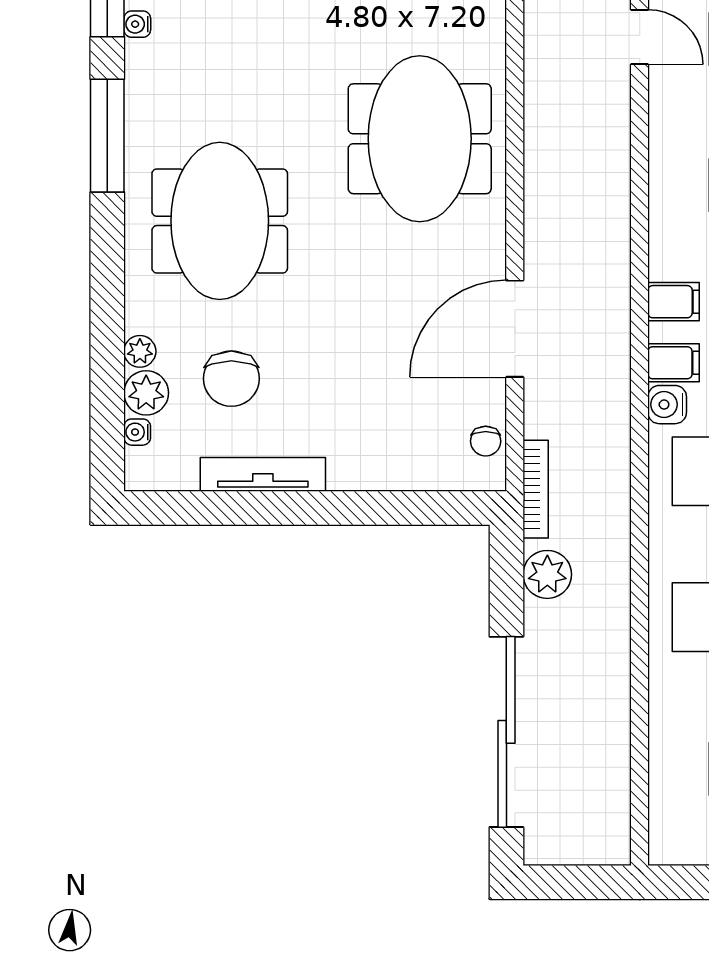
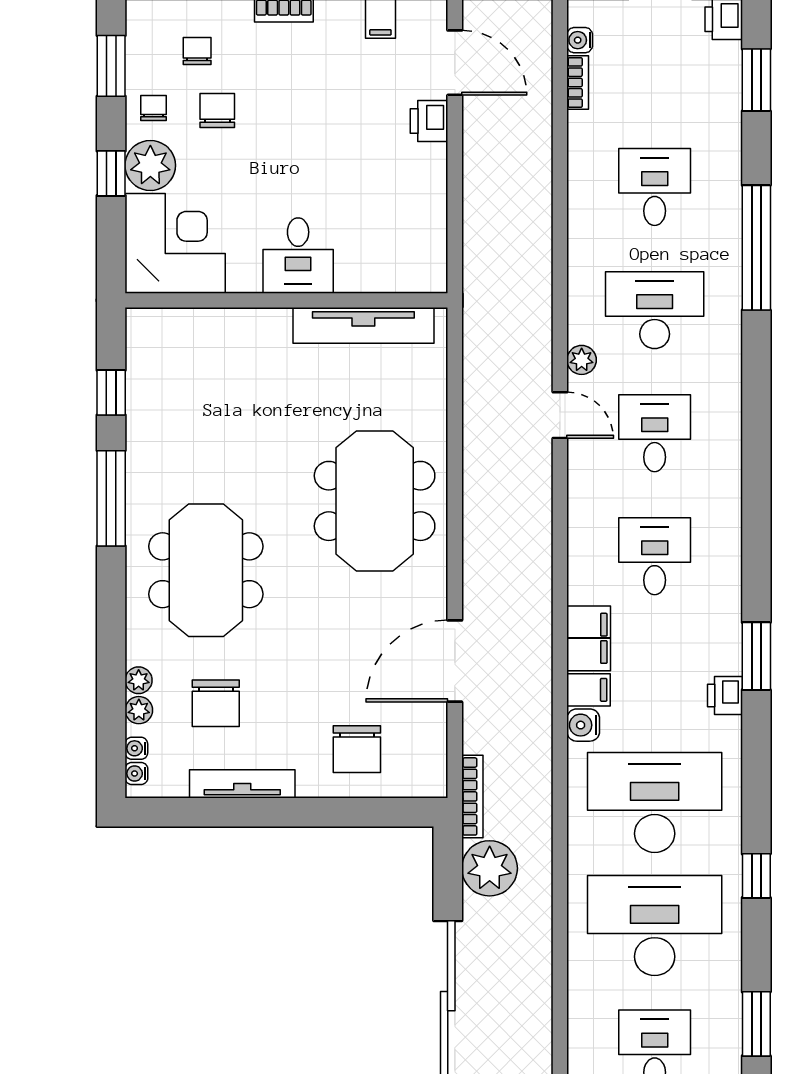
water cooler: (137, 24) -> (136, 773), moved
filing cabinet: (674, 302) -> (589, 638), width x2.00
plant: (146, 393) -> (139, 710), width x0.73, depth x0.73
chair: (486, 441) -> (357, 749), moved, width x1.87, depth x1.87
plant: (547, 574) -> (490, 868), width x1.36, depth x1.36

